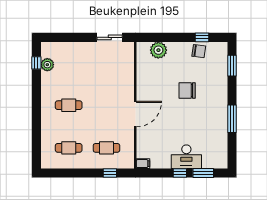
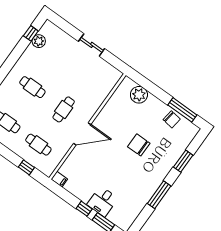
sliding door: (110, 37) -> (92, 45), moved
window: (202, 37) -> (182, 110), width x2.17
window: (232, 66) -> (183, 161), moved
cafe table: (106, 105) -> (64, 109), added
desk: (186, 157) -> (103, 201), width x0.73

